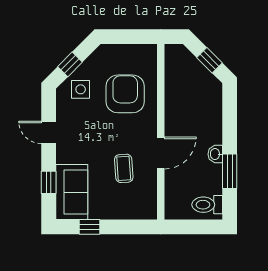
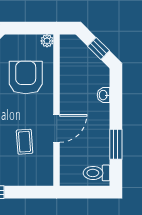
plant: (150, 51) -> (47, 41), added
washbasin: (215, 154) -> (104, 95), moved

